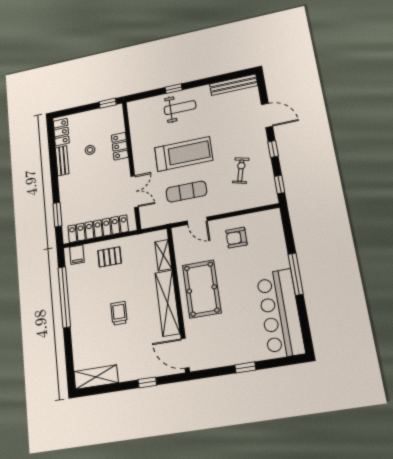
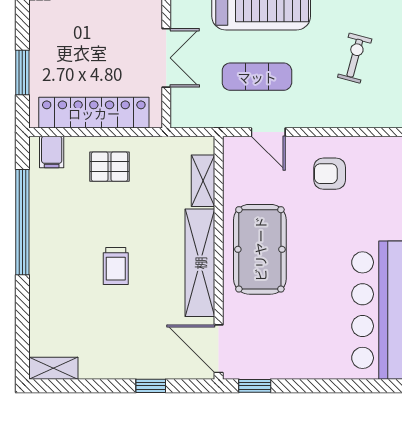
trolley: (119, 313) -> (116, 266), turned 180
window: (245, 367) -> (255, 386), moved
shelving: (96, 377) -> (53, 368), width x0.67, depth x0.75

